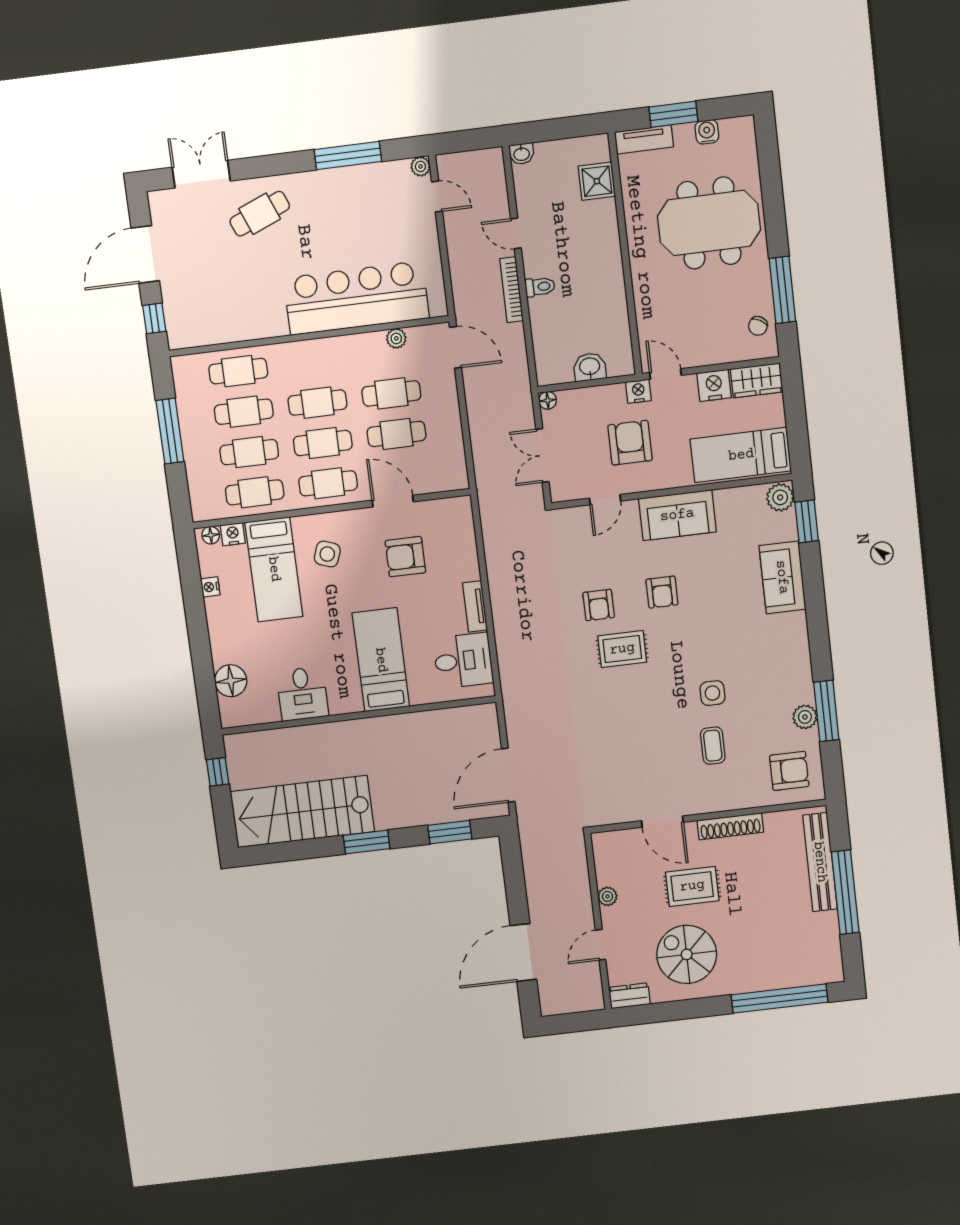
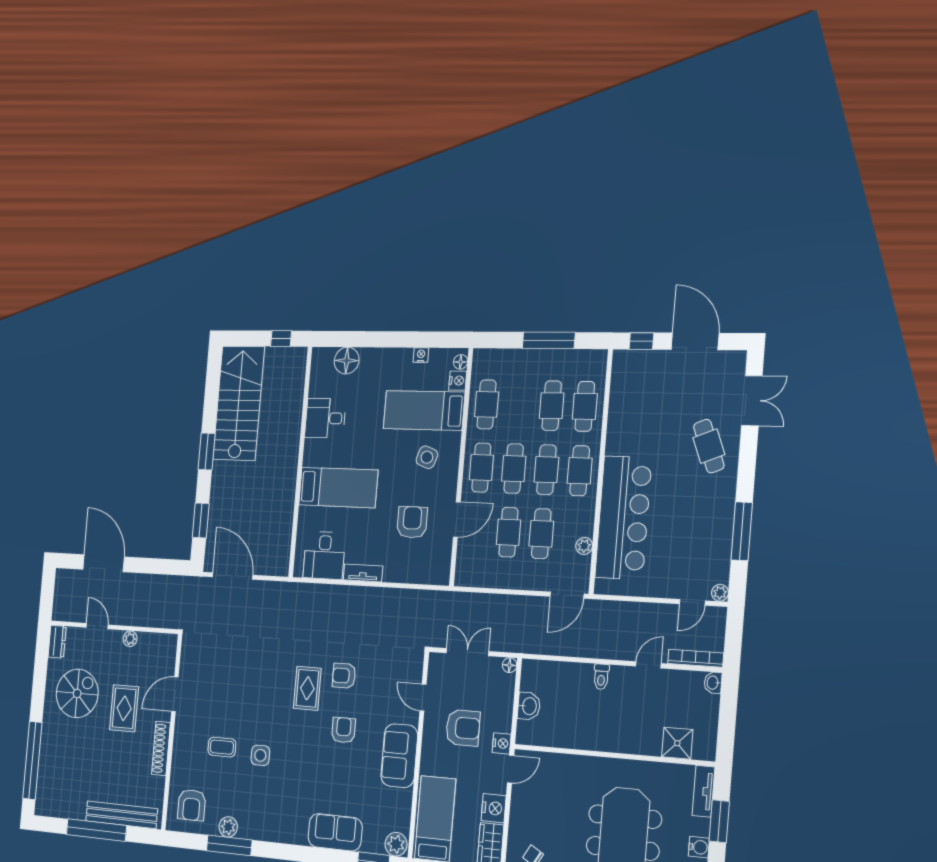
bookcase: (511, 290) -> (696, 658), moved
cafe table: (249, 452) -> (580, 471), moved
armchair: (662, 592) -> (344, 730), turned 90

